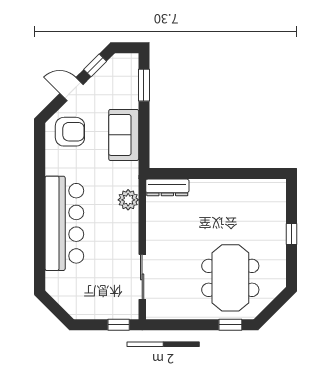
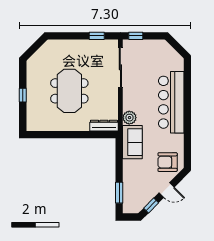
sofa: (124, 135) -> (132, 142), moved
sliding door: (142, 277) -> (120, 67), width x1.37
meeting table: (230, 278) -> (69, 91), moved
window: (230, 325) -> (97, 36), moved

